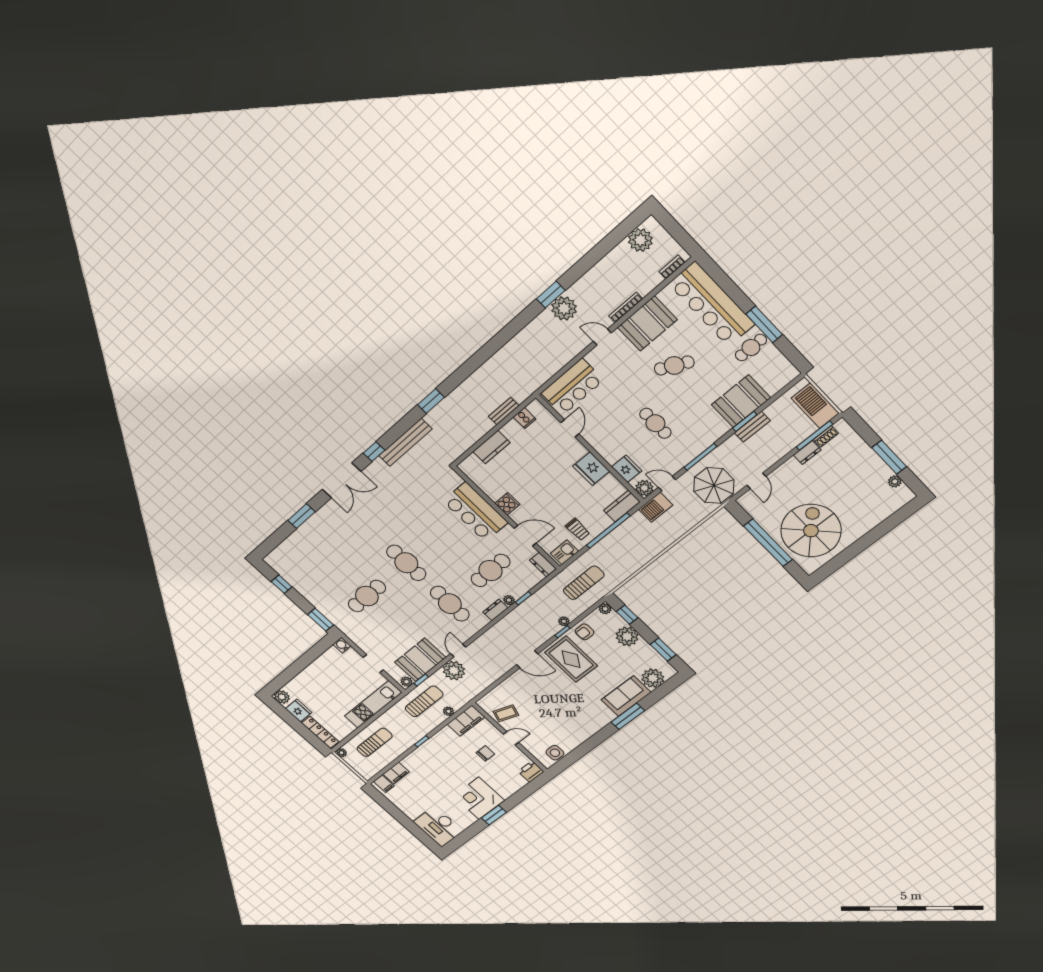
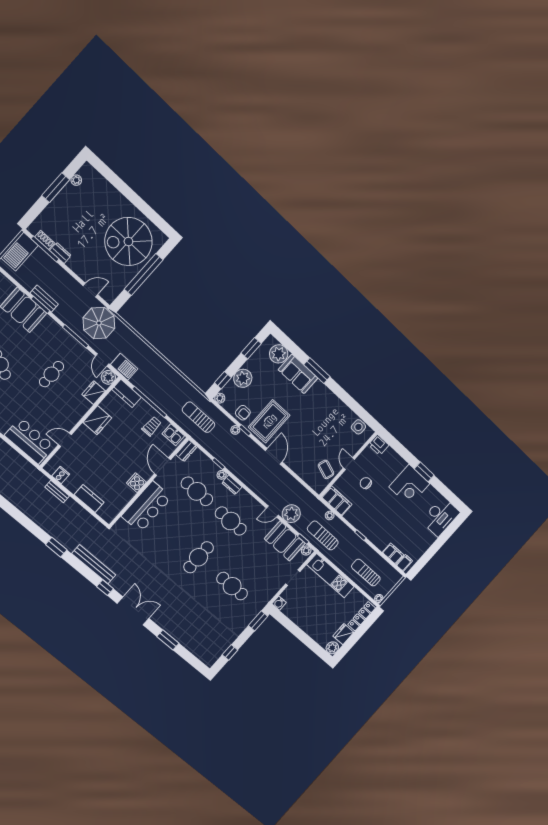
cafe table: (450, 604) -> (231, 521), turned 90

